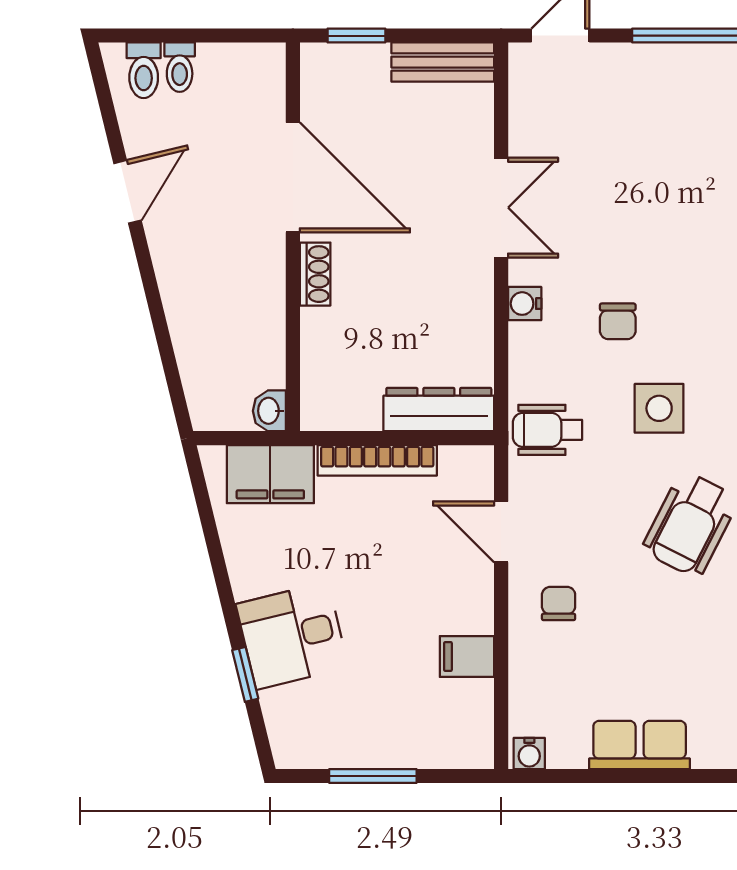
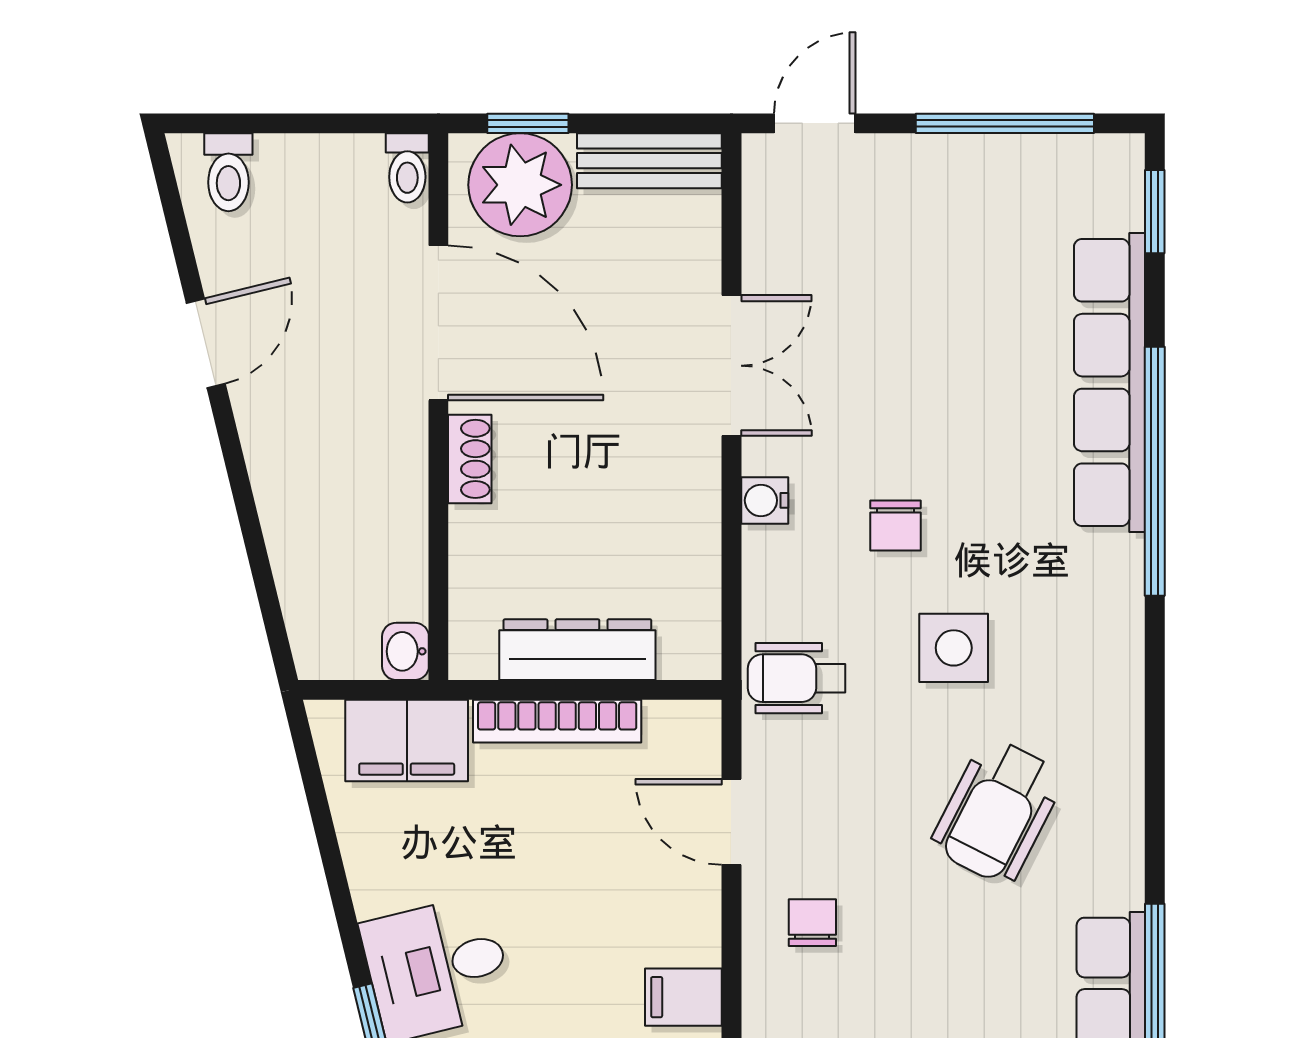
toilet: (180, 67) -> (407, 168), moved
plant: (351, 79) -> (520, 185), added
dresser: (439, 410) -> (577, 650), moved

